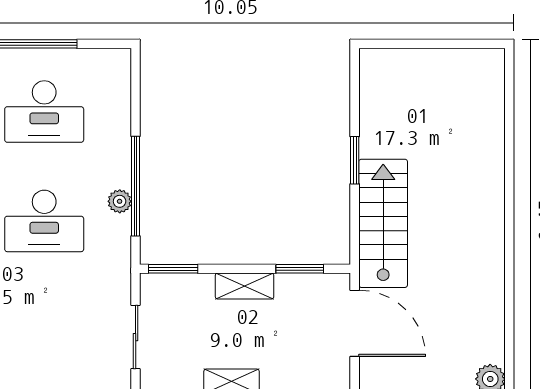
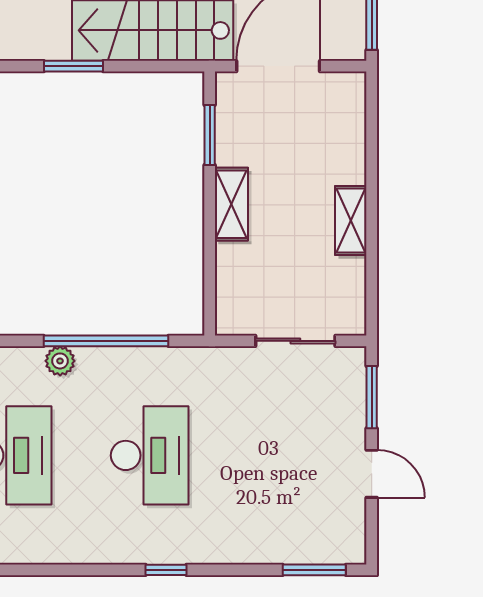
plant: (120, 201) -> (60, 361), moved
window: (173, 269) -> (210, 294), removed

